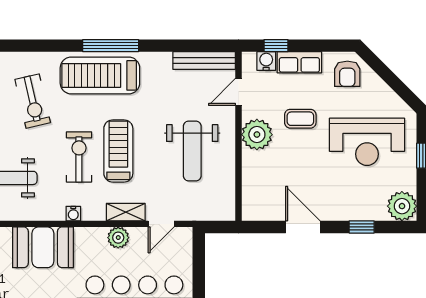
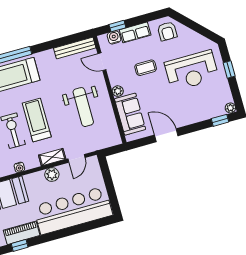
door: (238, 92) -> (102, 62), hinge flipped
plant: (257, 135) -> (118, 91), width x0.53, depth x0.53
sofa: (258, 181) -> (130, 114), added
plant: (402, 206) -> (230, 108), width x0.53, depth x0.53
window: (362, 227) -> (220, 120), moved

